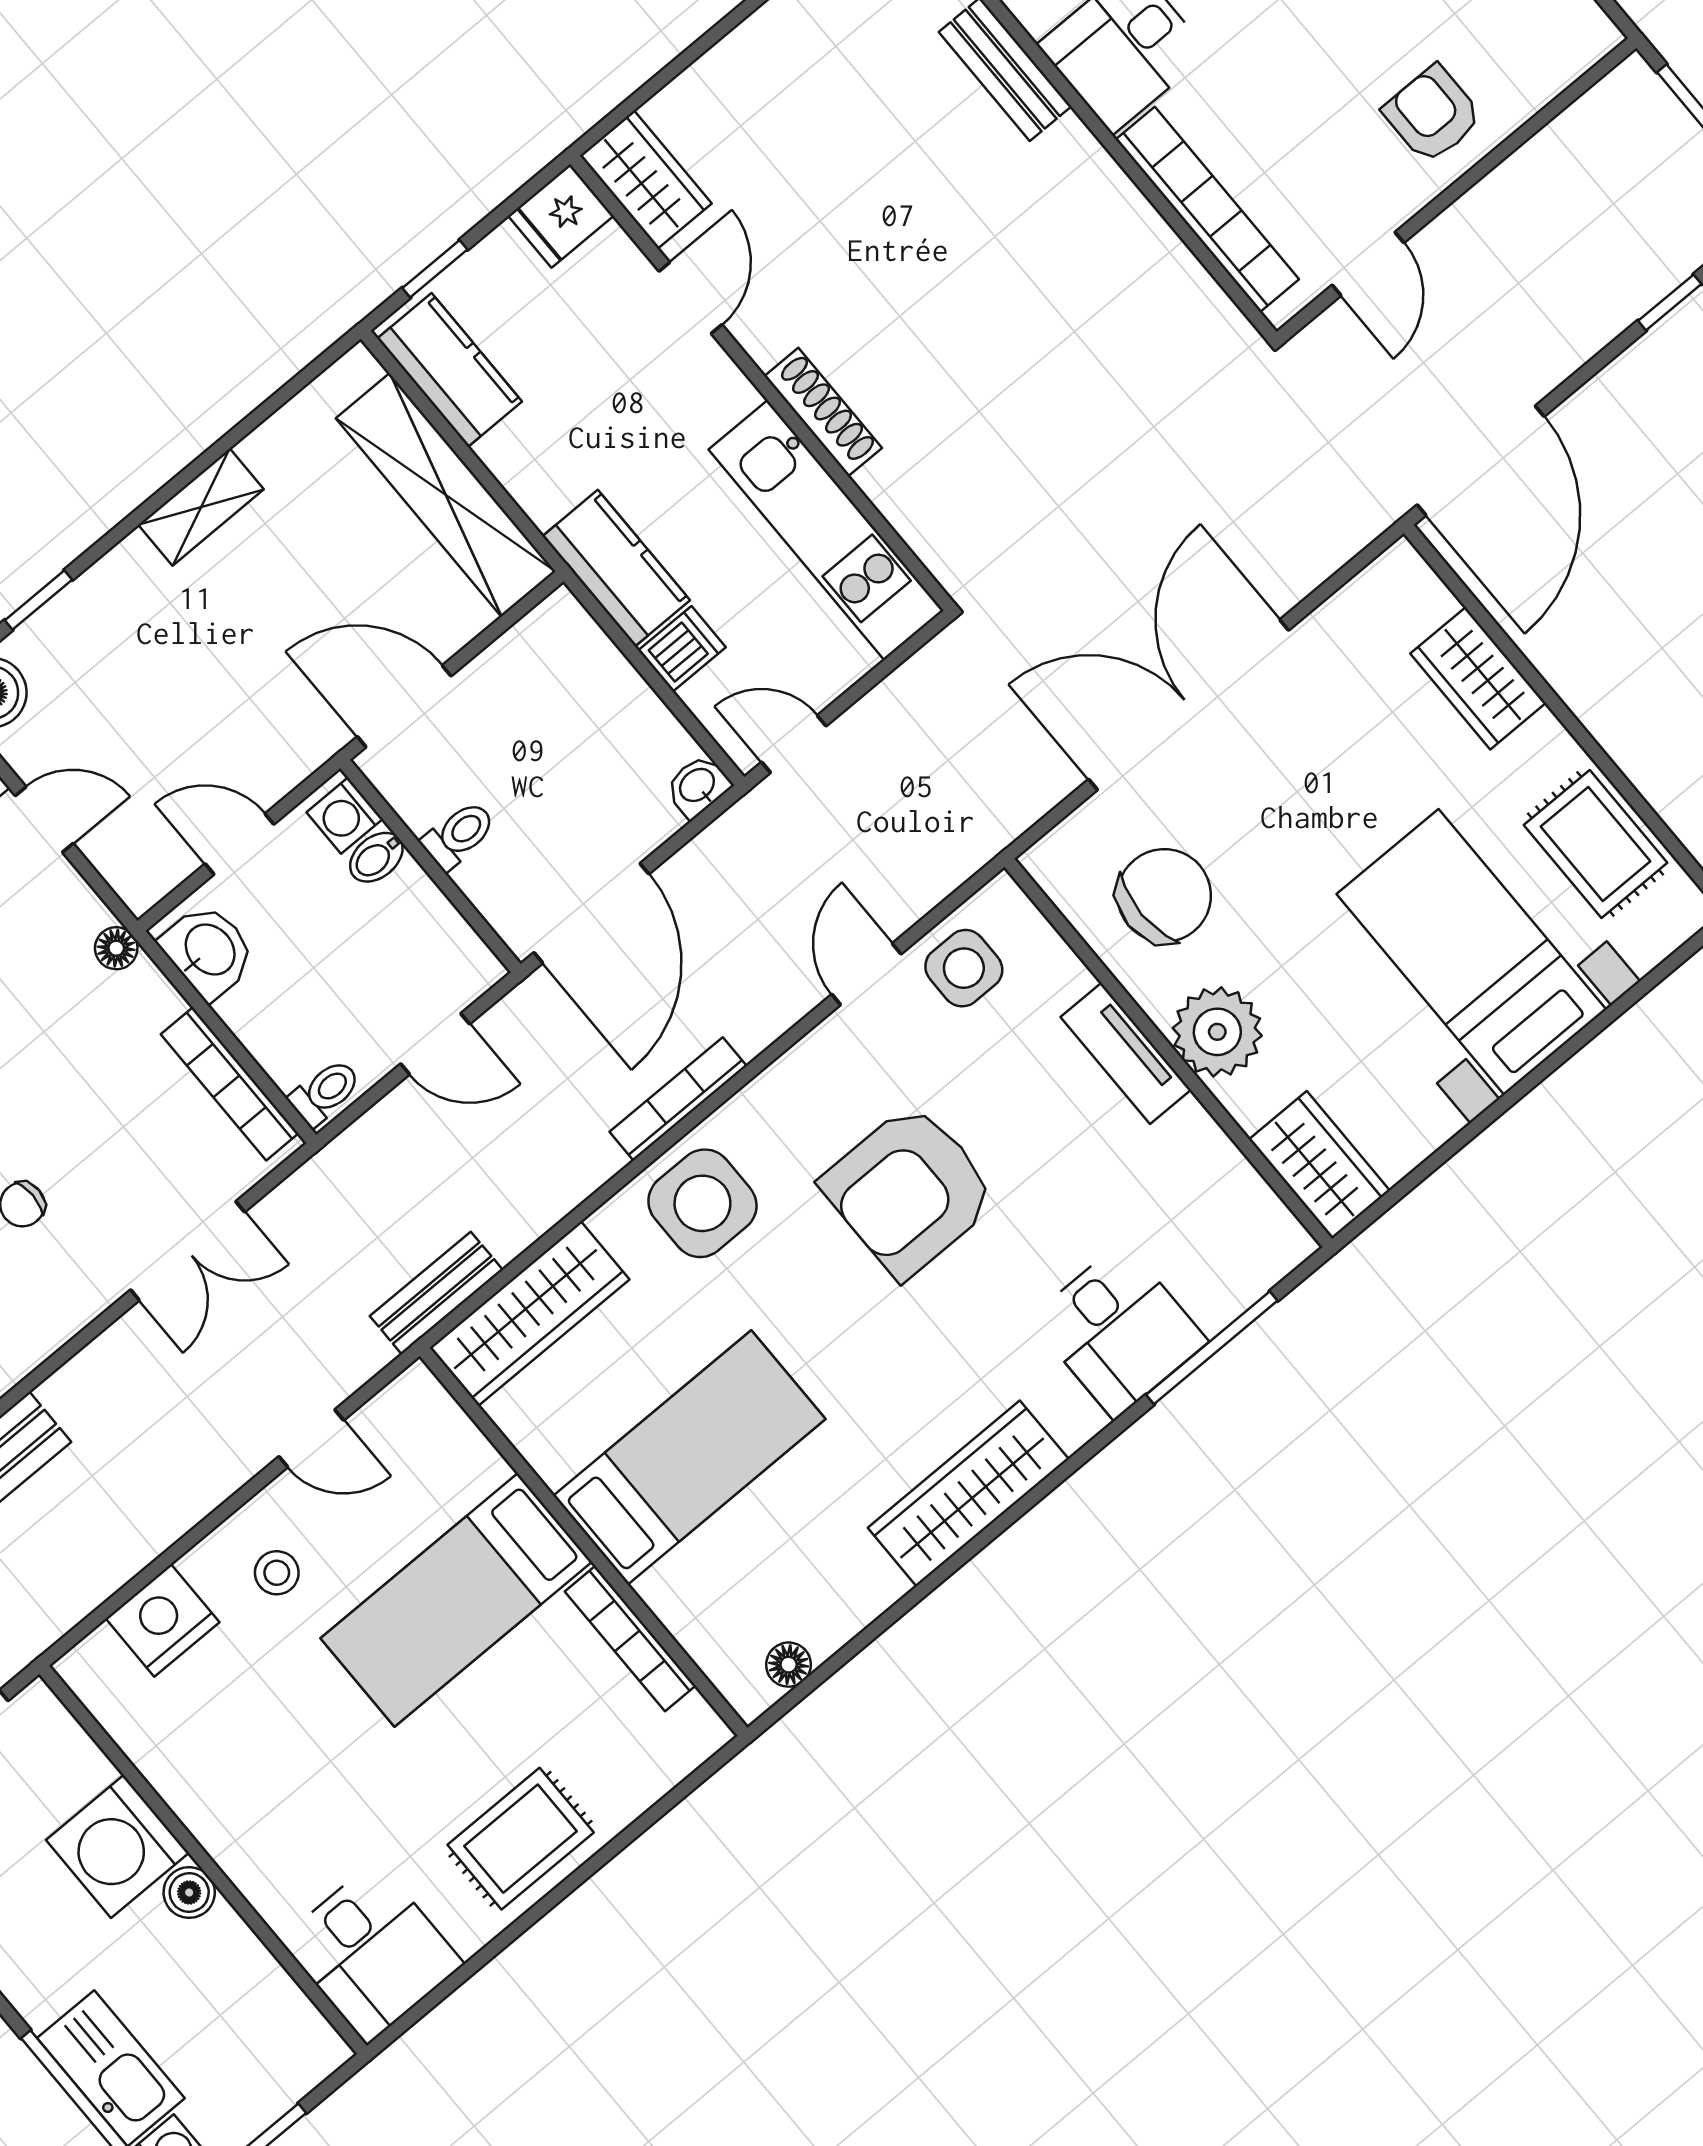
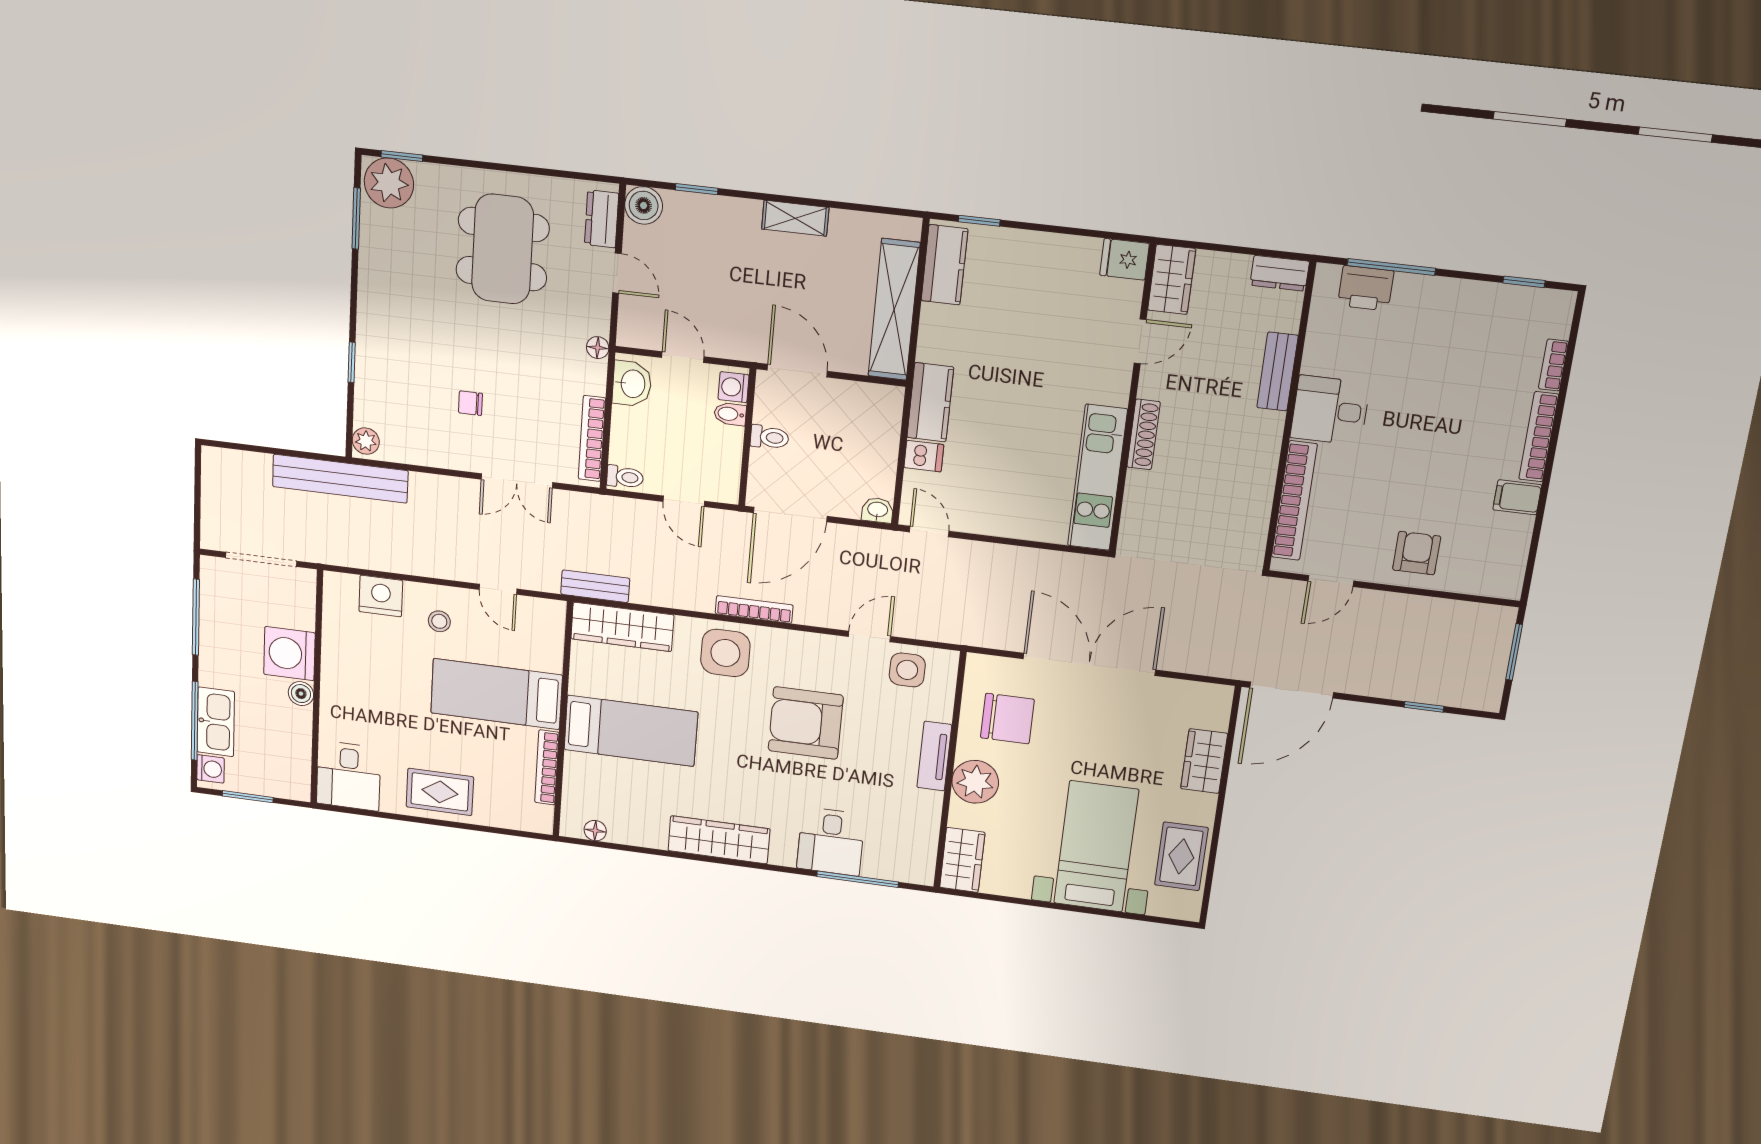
wardrobe: (646, 180) -> (1172, 279), moved
fridge: (561, 216) -> (1124, 259), moved
door: (690, 298) -> (1140, 341), moved
wall: (762, 383) -> (1132, 400), moved
shoe rack: (823, 412) -> (1144, 434), moved
kitchen unit: (826, 530) -> (1097, 478), moved

